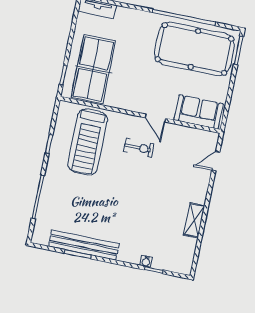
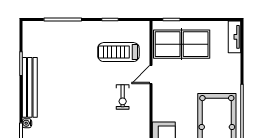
door: (155, 118) -> (151, 75), moved
treadmill: (87, 142) -> (118, 52), width x0.73, depth x0.73
bench: (84, 245) -> (30, 87), moved

